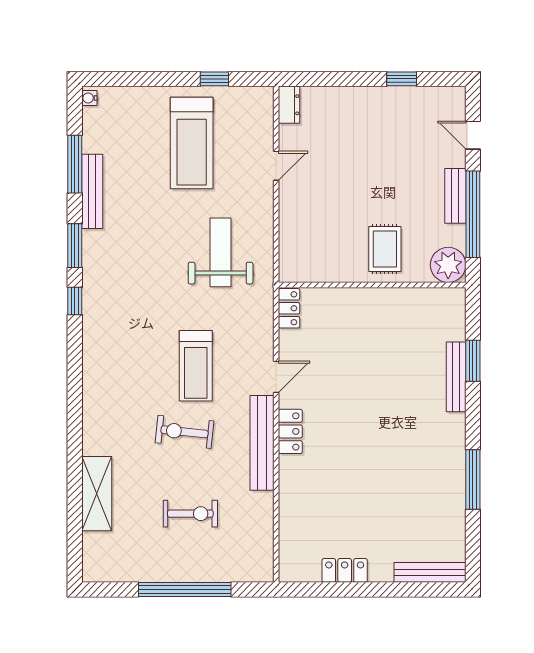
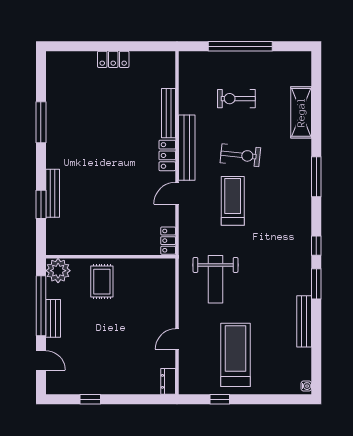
window: (75, 164) -> (316, 177), moved
locker: (345, 570) -> (113, 59), moved
bench: (430, 572) -> (168, 113), moved, turned 90

